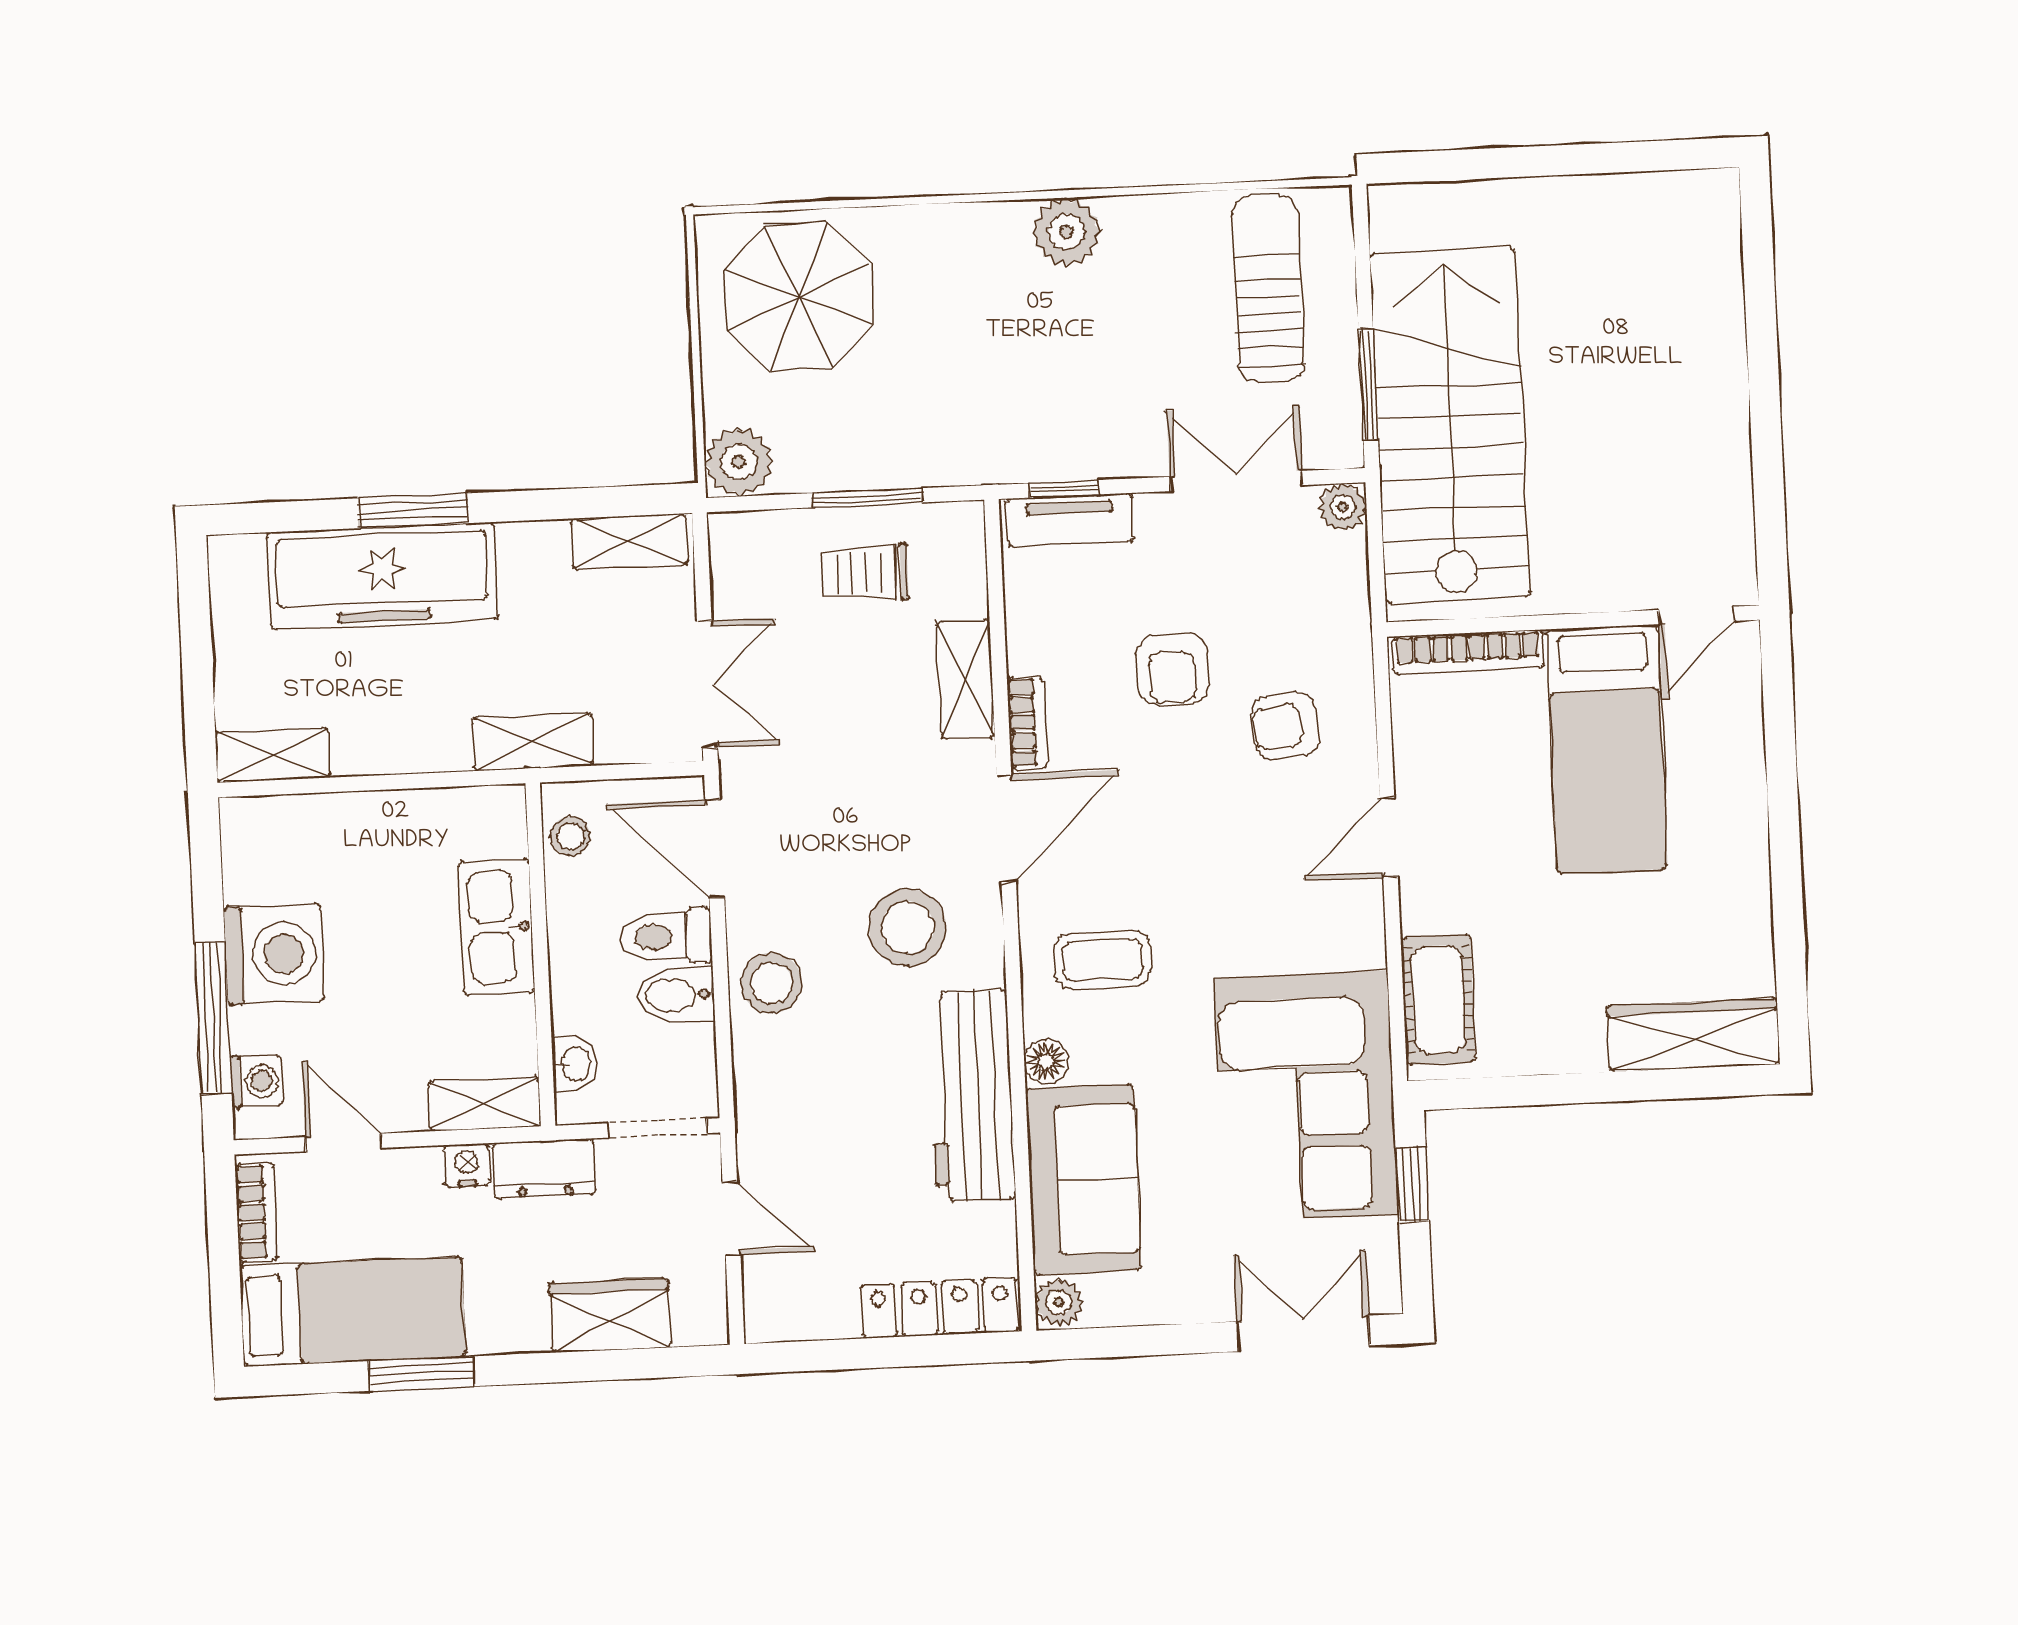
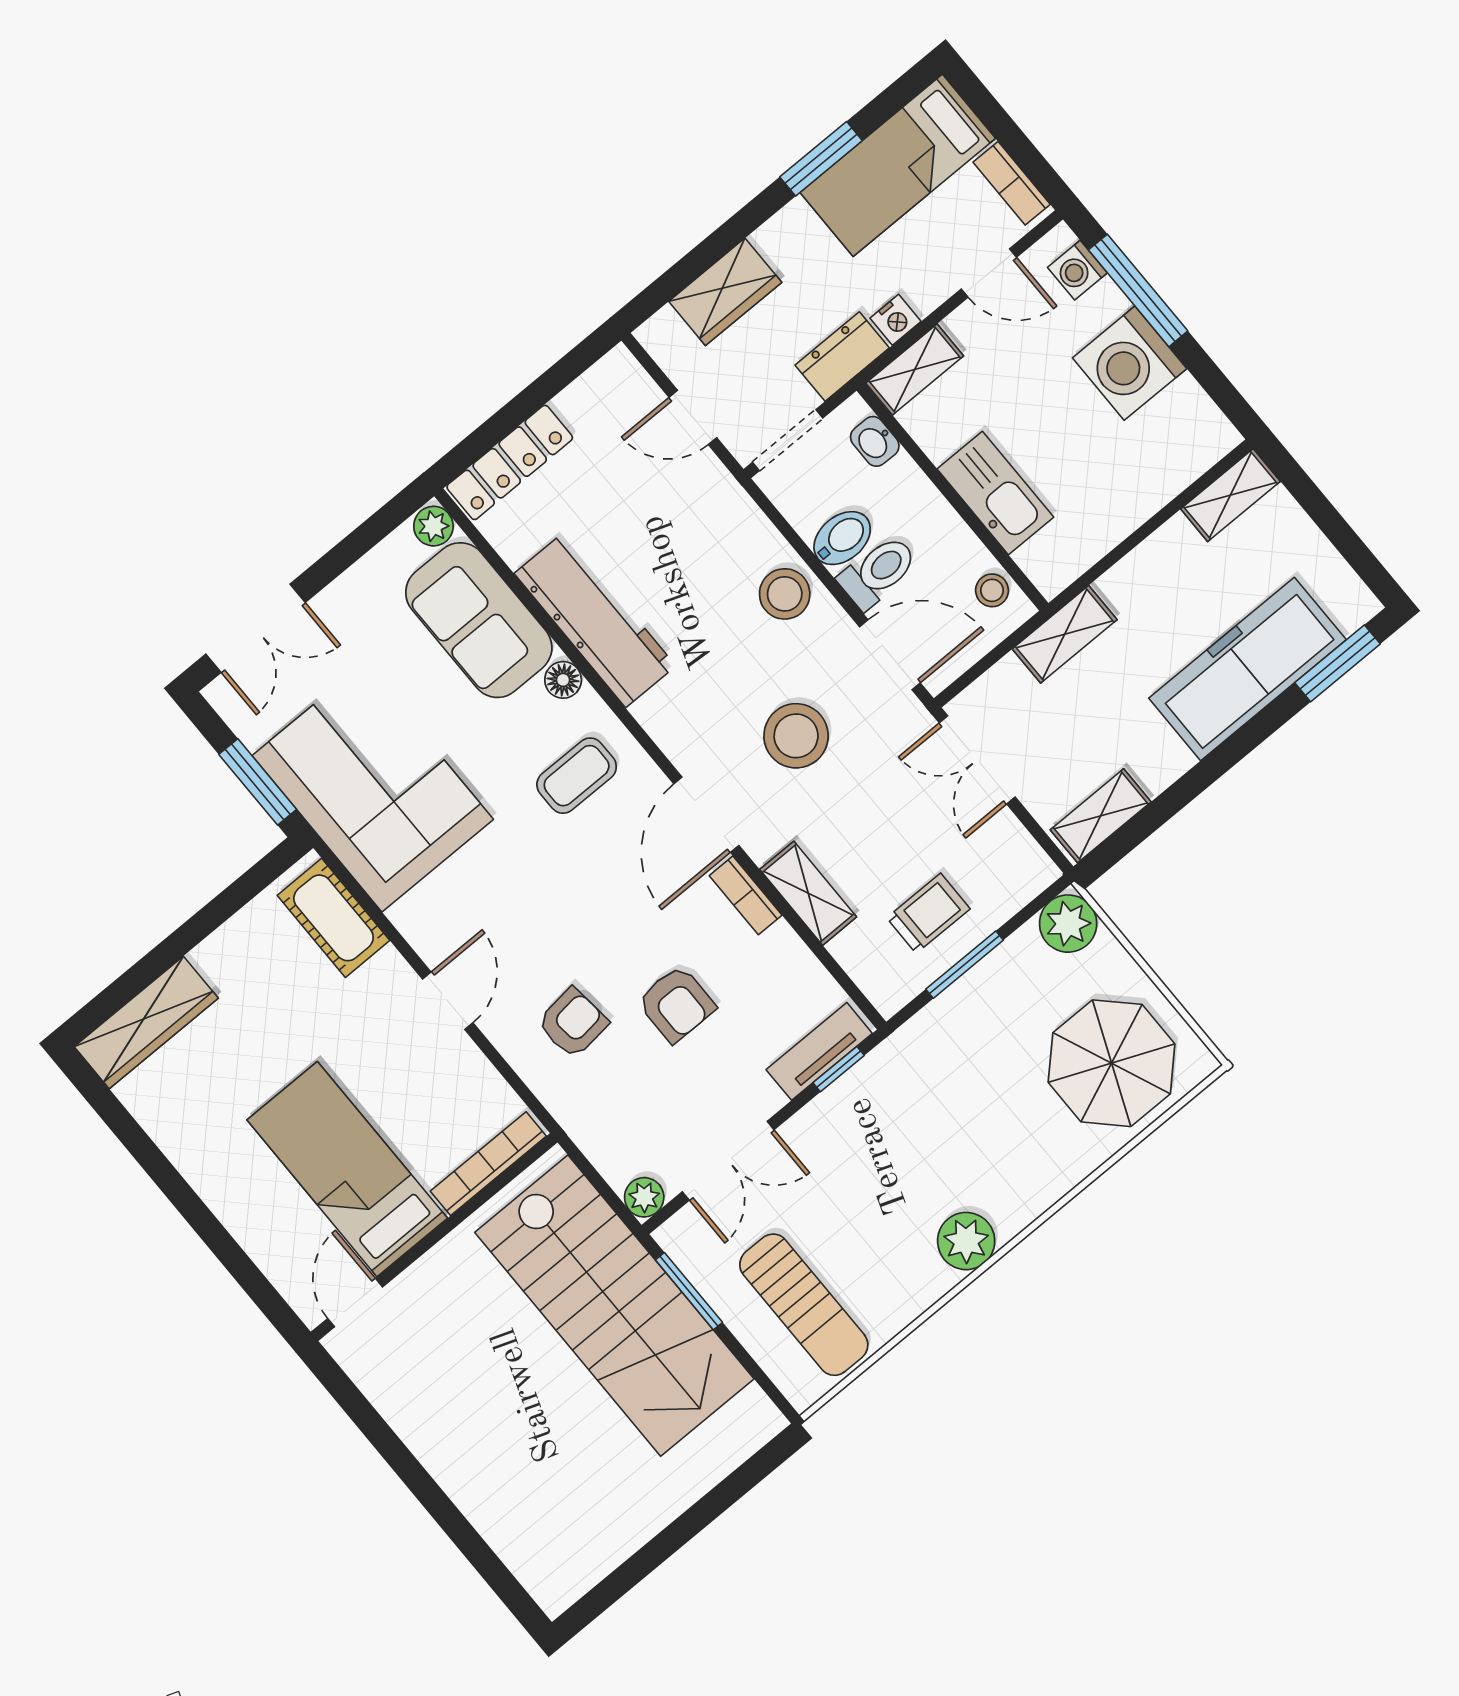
window: (413, 511) -> (1337, 663), moved
armchair: (1172, 669) -> (676, 1004), turned 180
stool: (908, 927) -> (796, 736), moved
window: (1412, 1185) -> (258, 782), width x1.50

